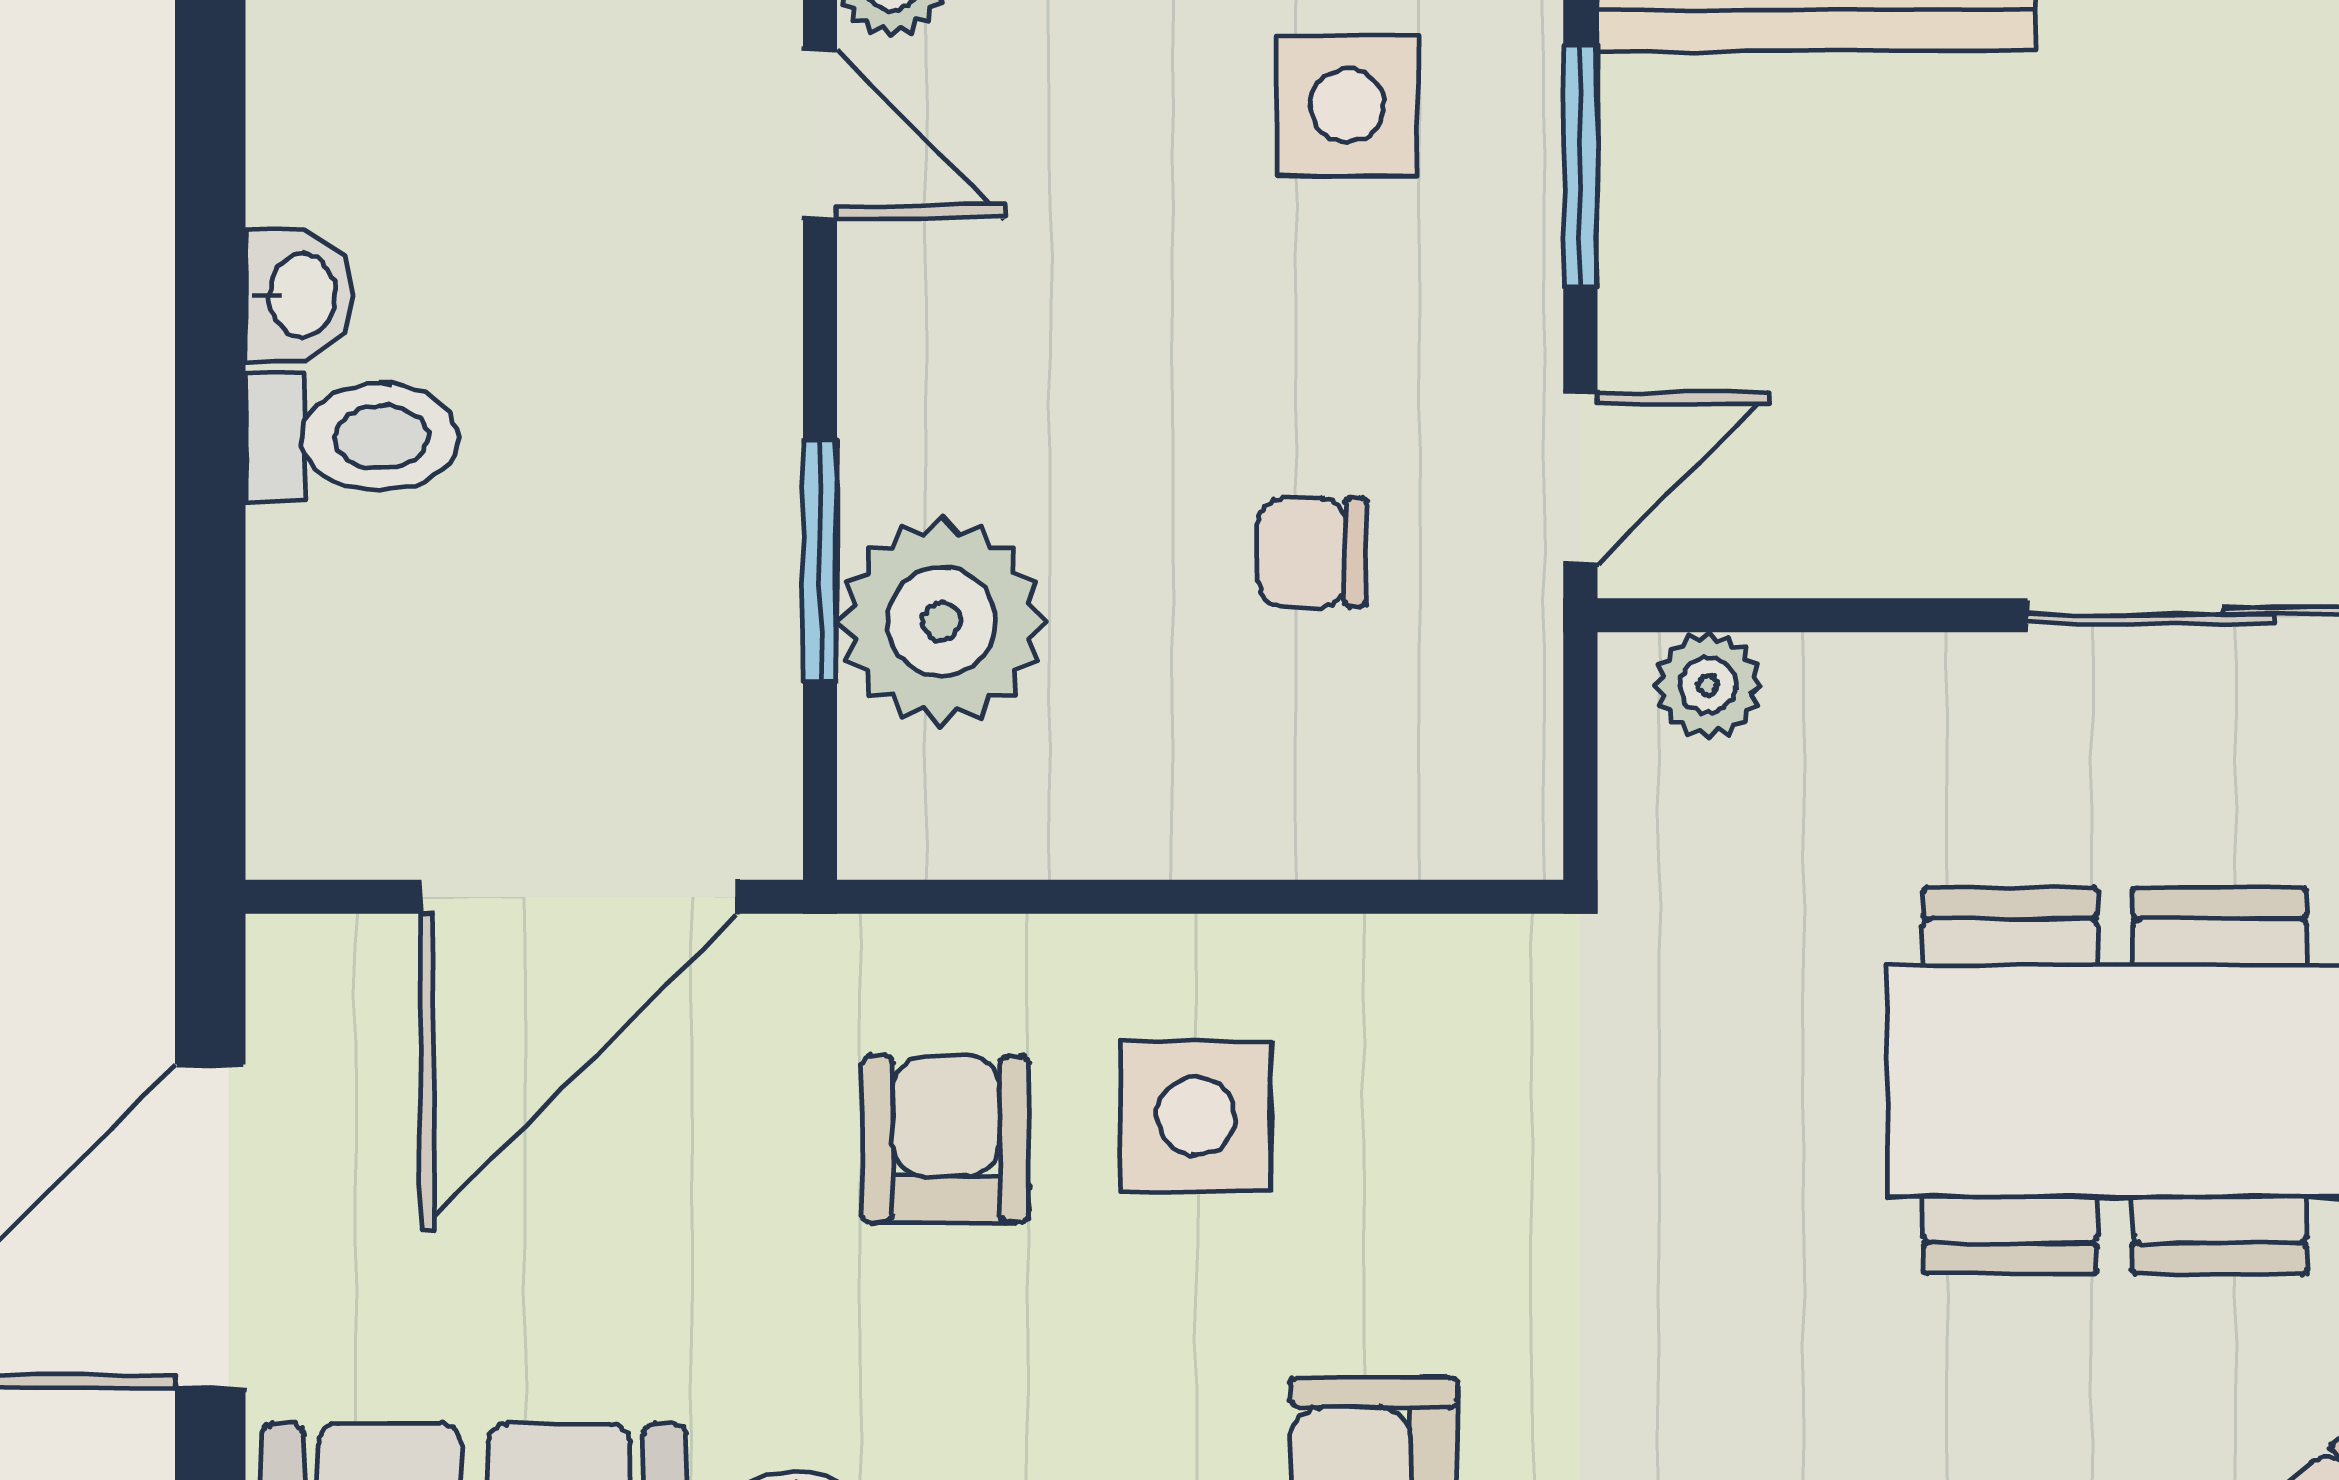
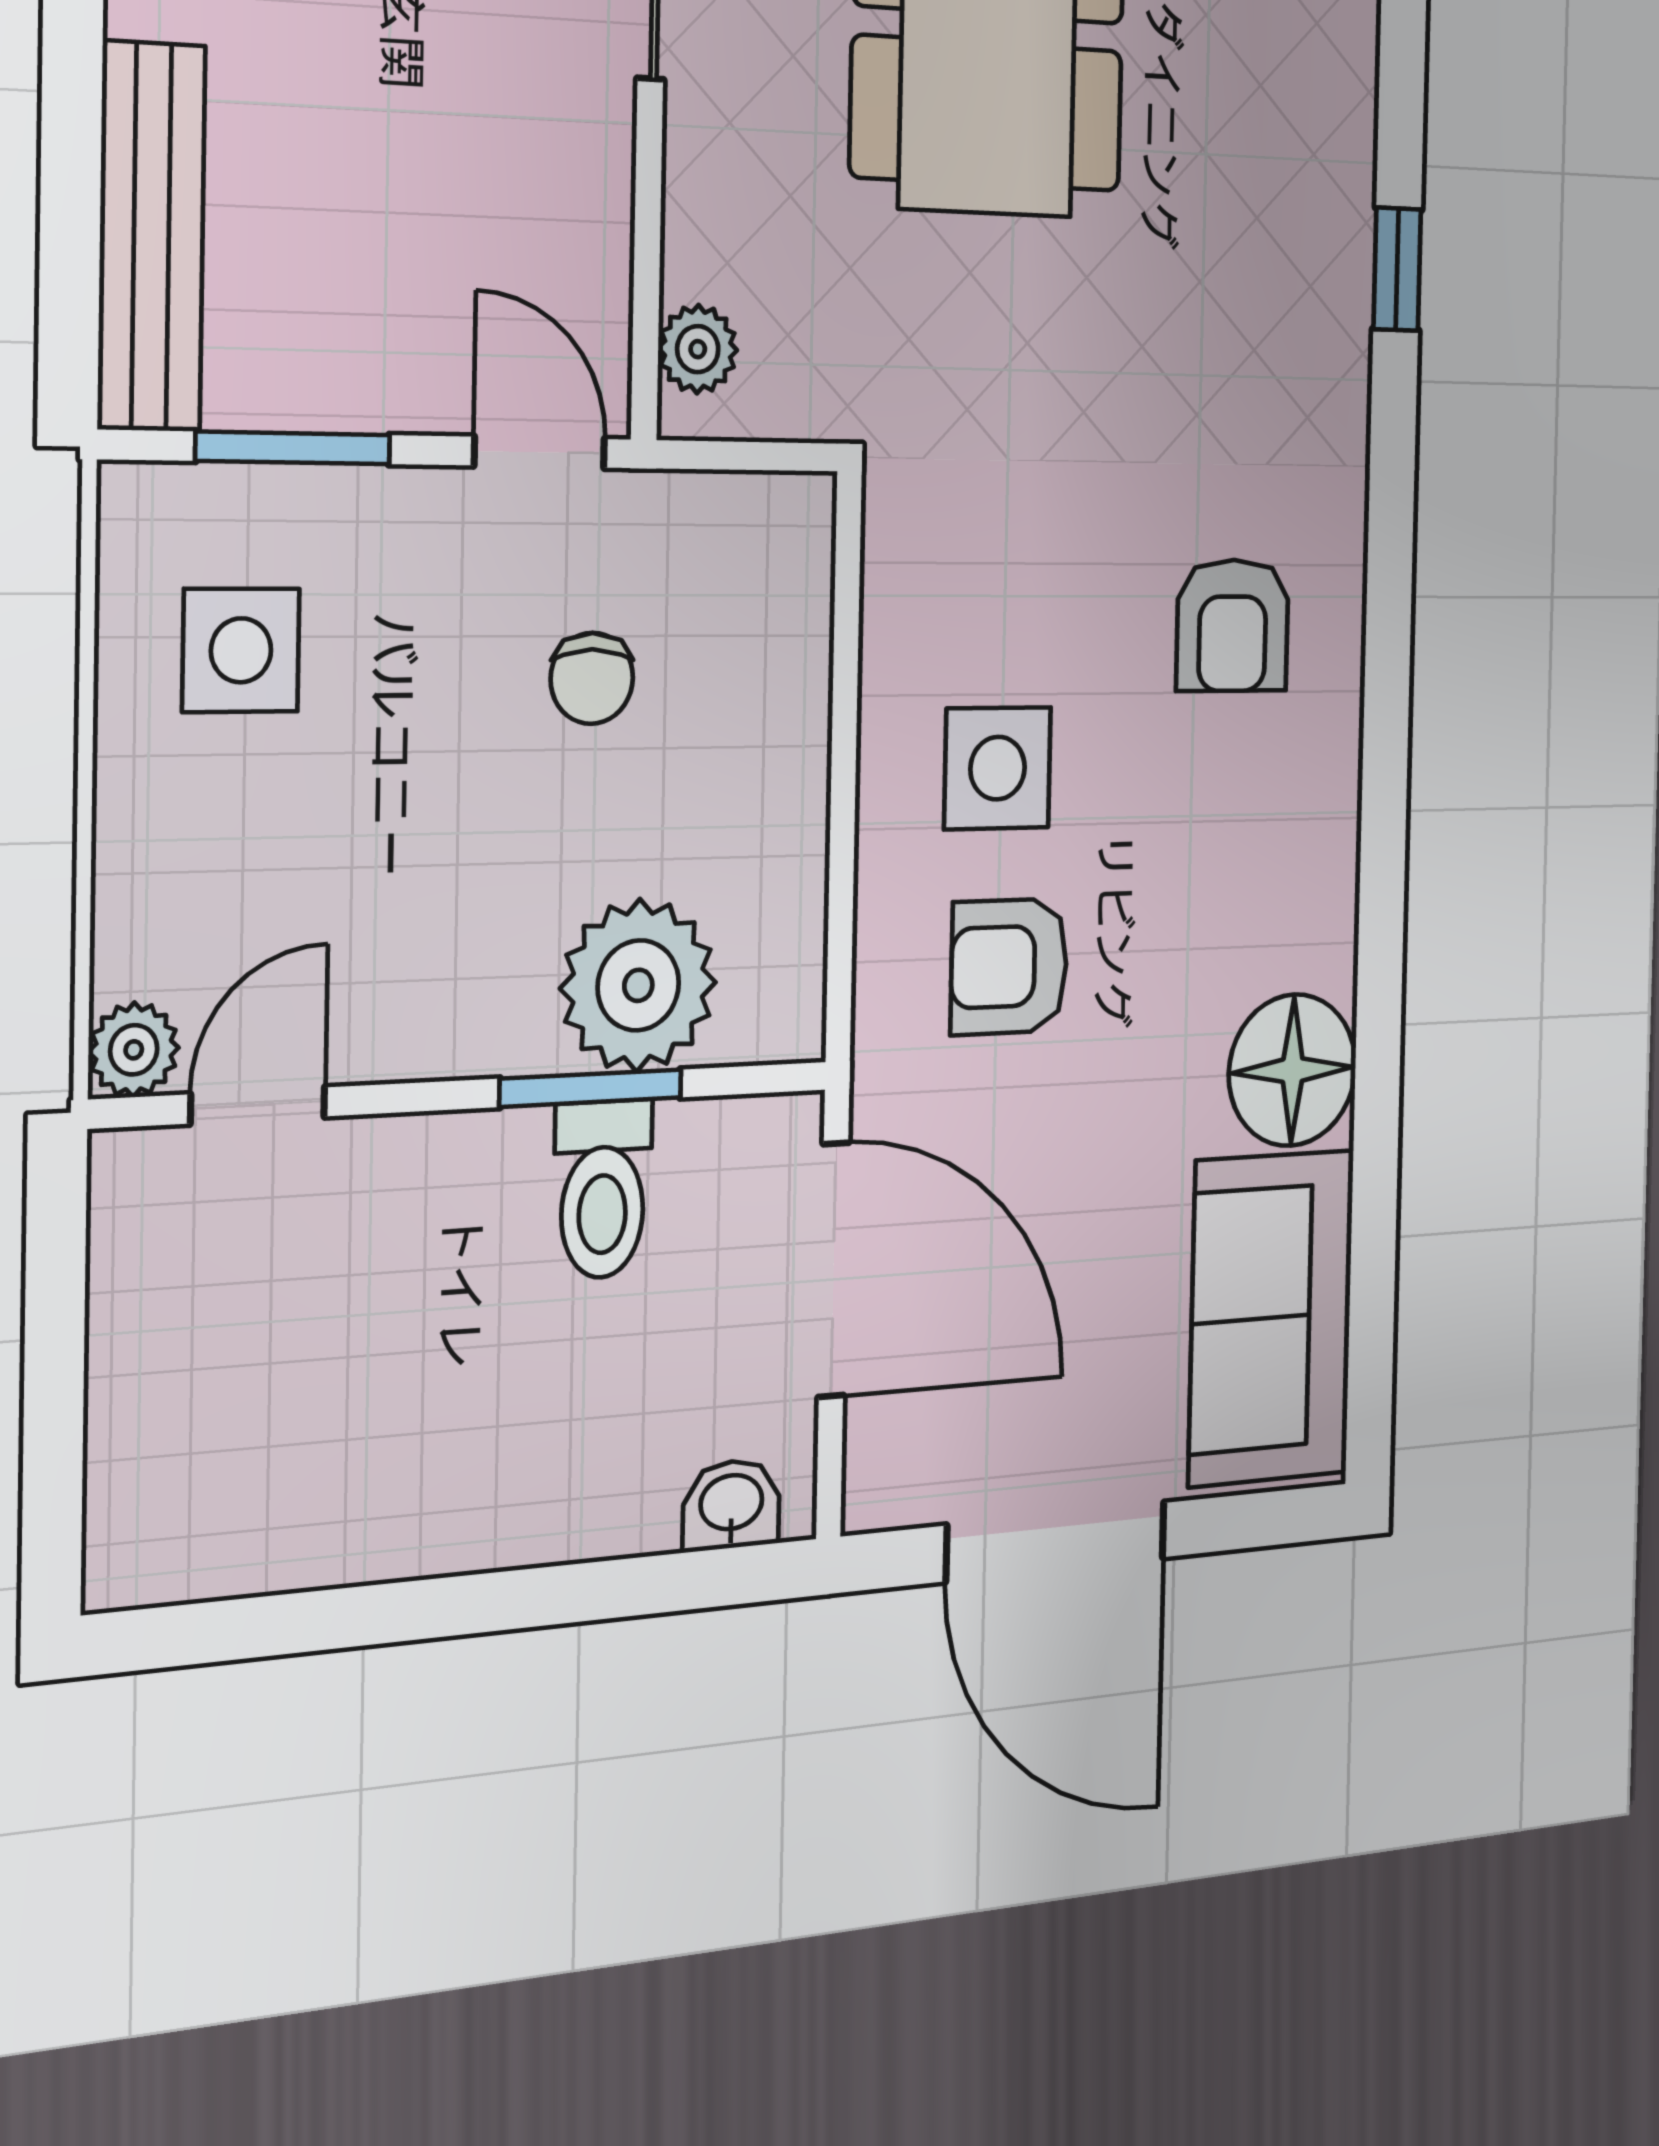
washbasin: (299, 295) -> (731, 1505), moved
toilet: (352, 437) -> (603, 1189), moved, turned 180

